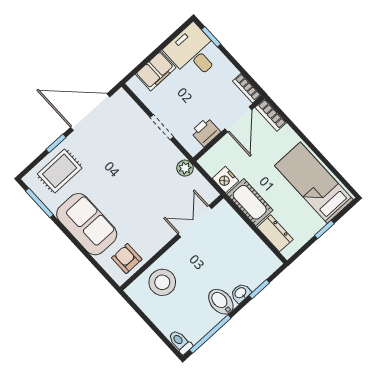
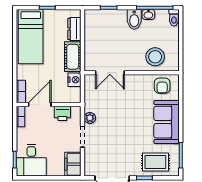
filing cabinet: (156, 71) -> (73, 164), moved, turned -90
plant: (185, 168) -> (90, 118), moved
washbasin: (241, 293) -> (148, 14), moved

